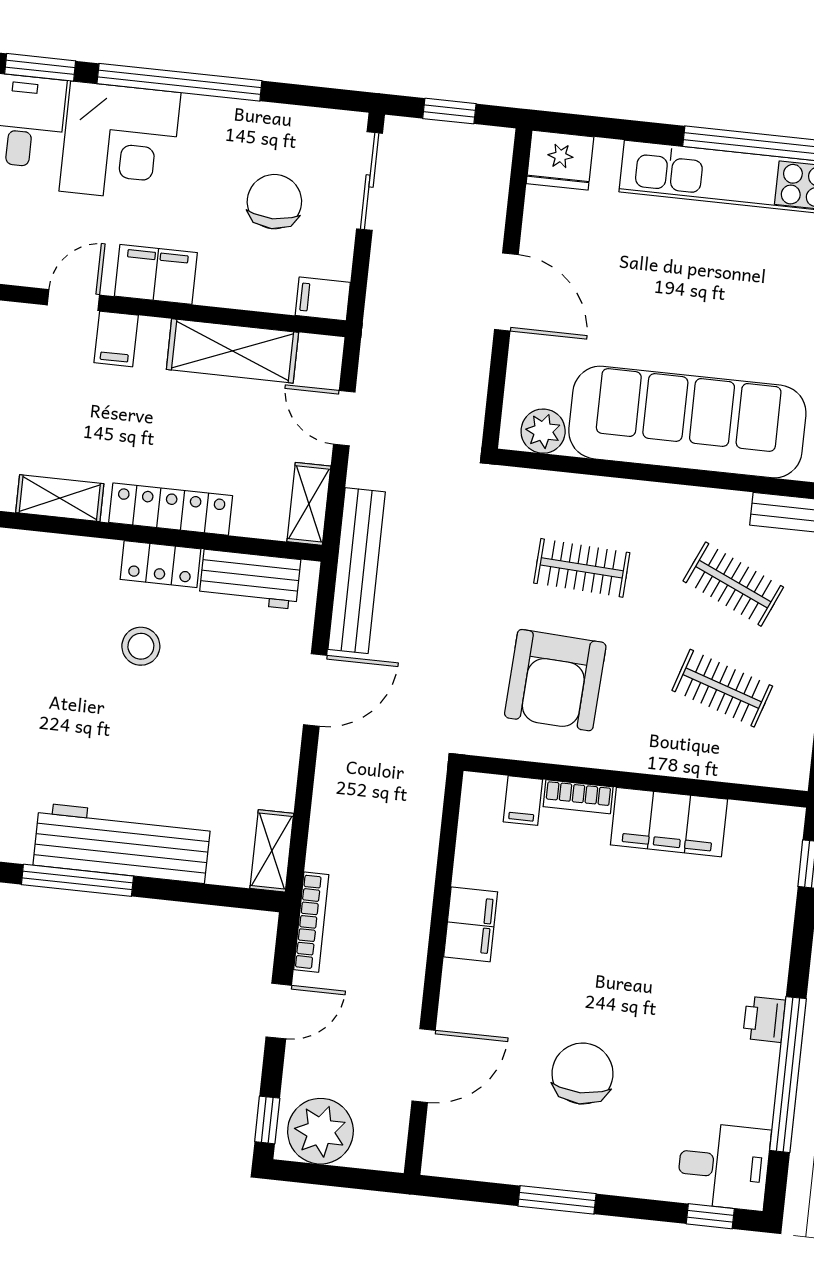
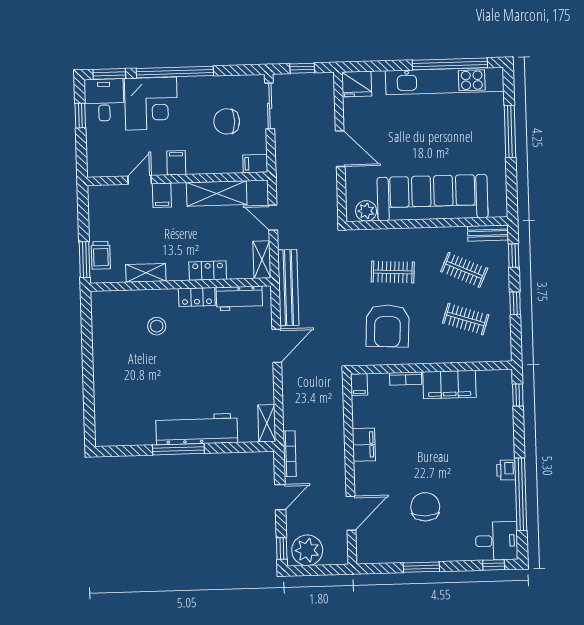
chair: (274, 202) -> (227, 121), turned -90
filing cabinet: (156, 274) -> (176, 163), width x0.50
locker: (171, 509) -> (208, 271), width x0.66
stool: (141, 646) -> (157, 326), moved
filing cabinet: (523, 801) -> (359, 384), moved

